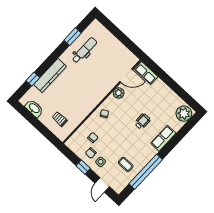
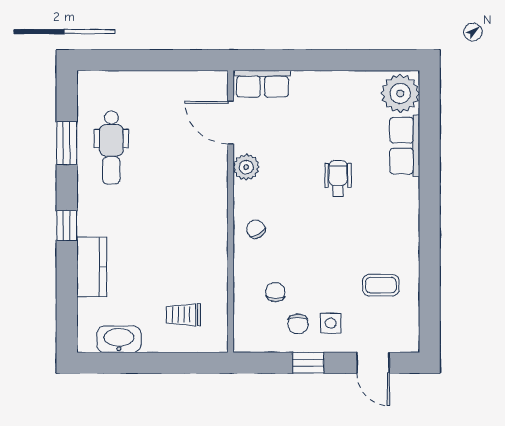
dental chair: (84, 50) -> (111, 148), turned 180
kitchen counter: (50, 75) -> (92, 267), width x0.67
door: (126, 76) -> (230, 123), swing flipped
window: (33, 79) -> (67, 225), moved
row of seats: (163, 138) -> (405, 146), moved
window: (146, 172) -> (430, 264), removed

